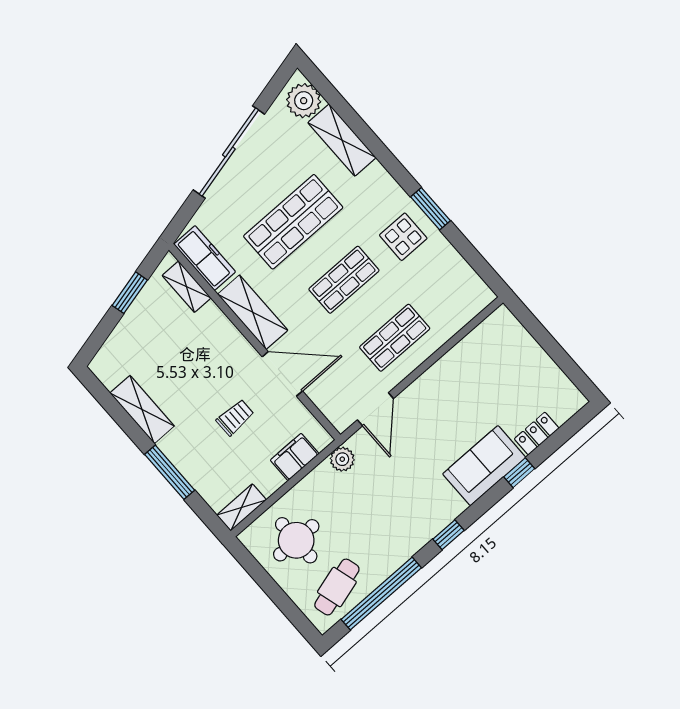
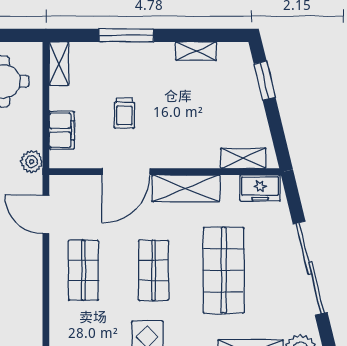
freezer: (205, 258) -> (260, 188), width x0.71
window: (130, 293) -> (265, 81), moved
shelving: (142, 410) -> (196, 51), width x0.67, depth x0.75

